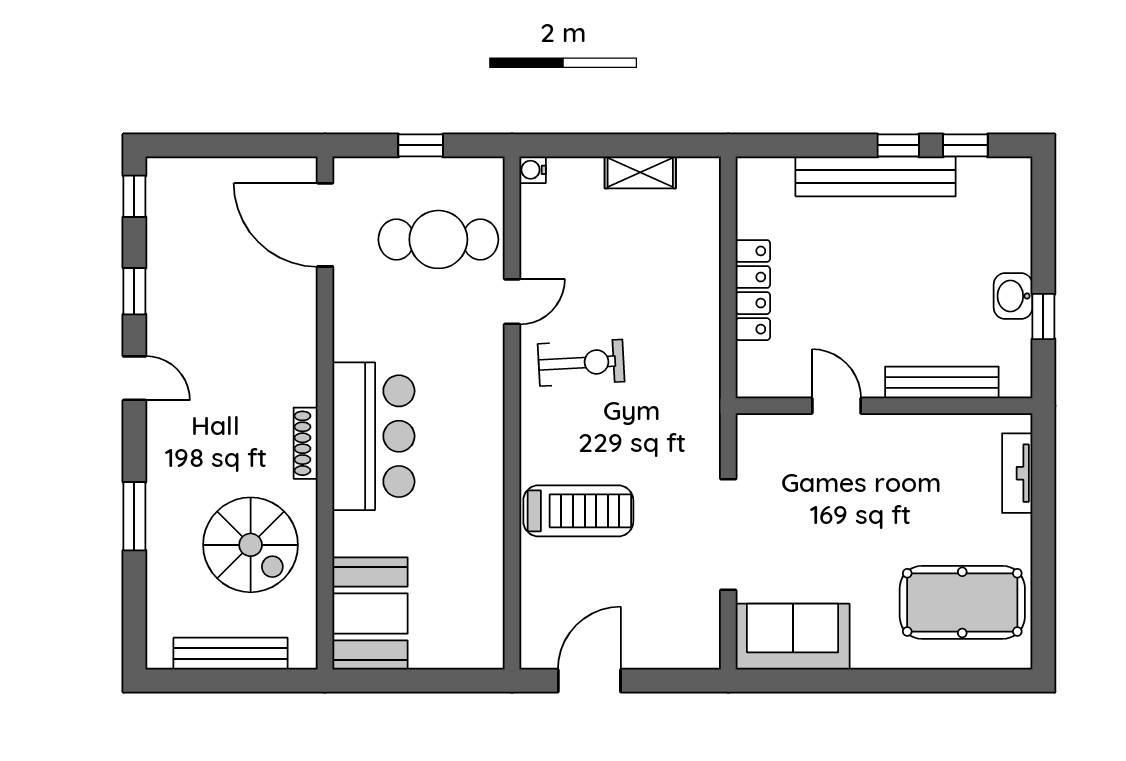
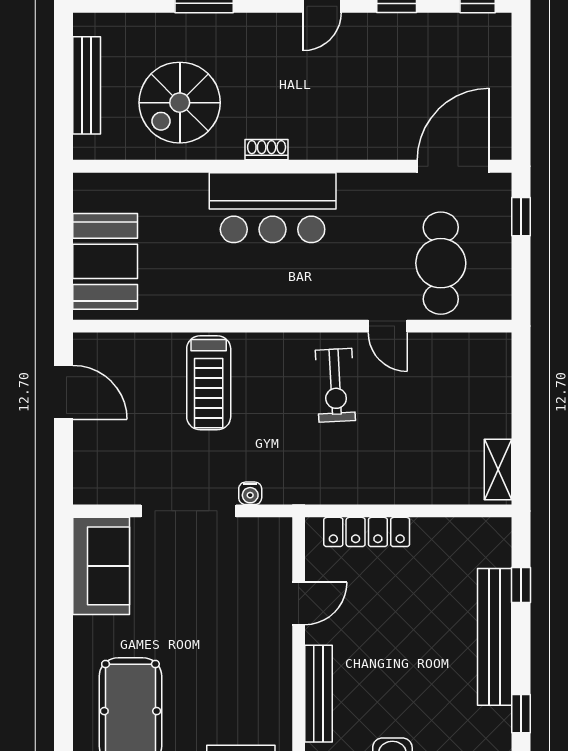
window: (421, 145) -> (521, 217), moved
window: (898, 145) -> (521, 585), moved
water cooler: (533, 170) -> (250, 493), moved, turned 180
shelving: (640, 172) -> (498, 470), moved
locker: (753, 290) -> (367, 532), moved
shoe rack: (306, 443) -> (267, 150), width x0.70
booth: (370, 613) -> (105, 261), moved, turned 90

